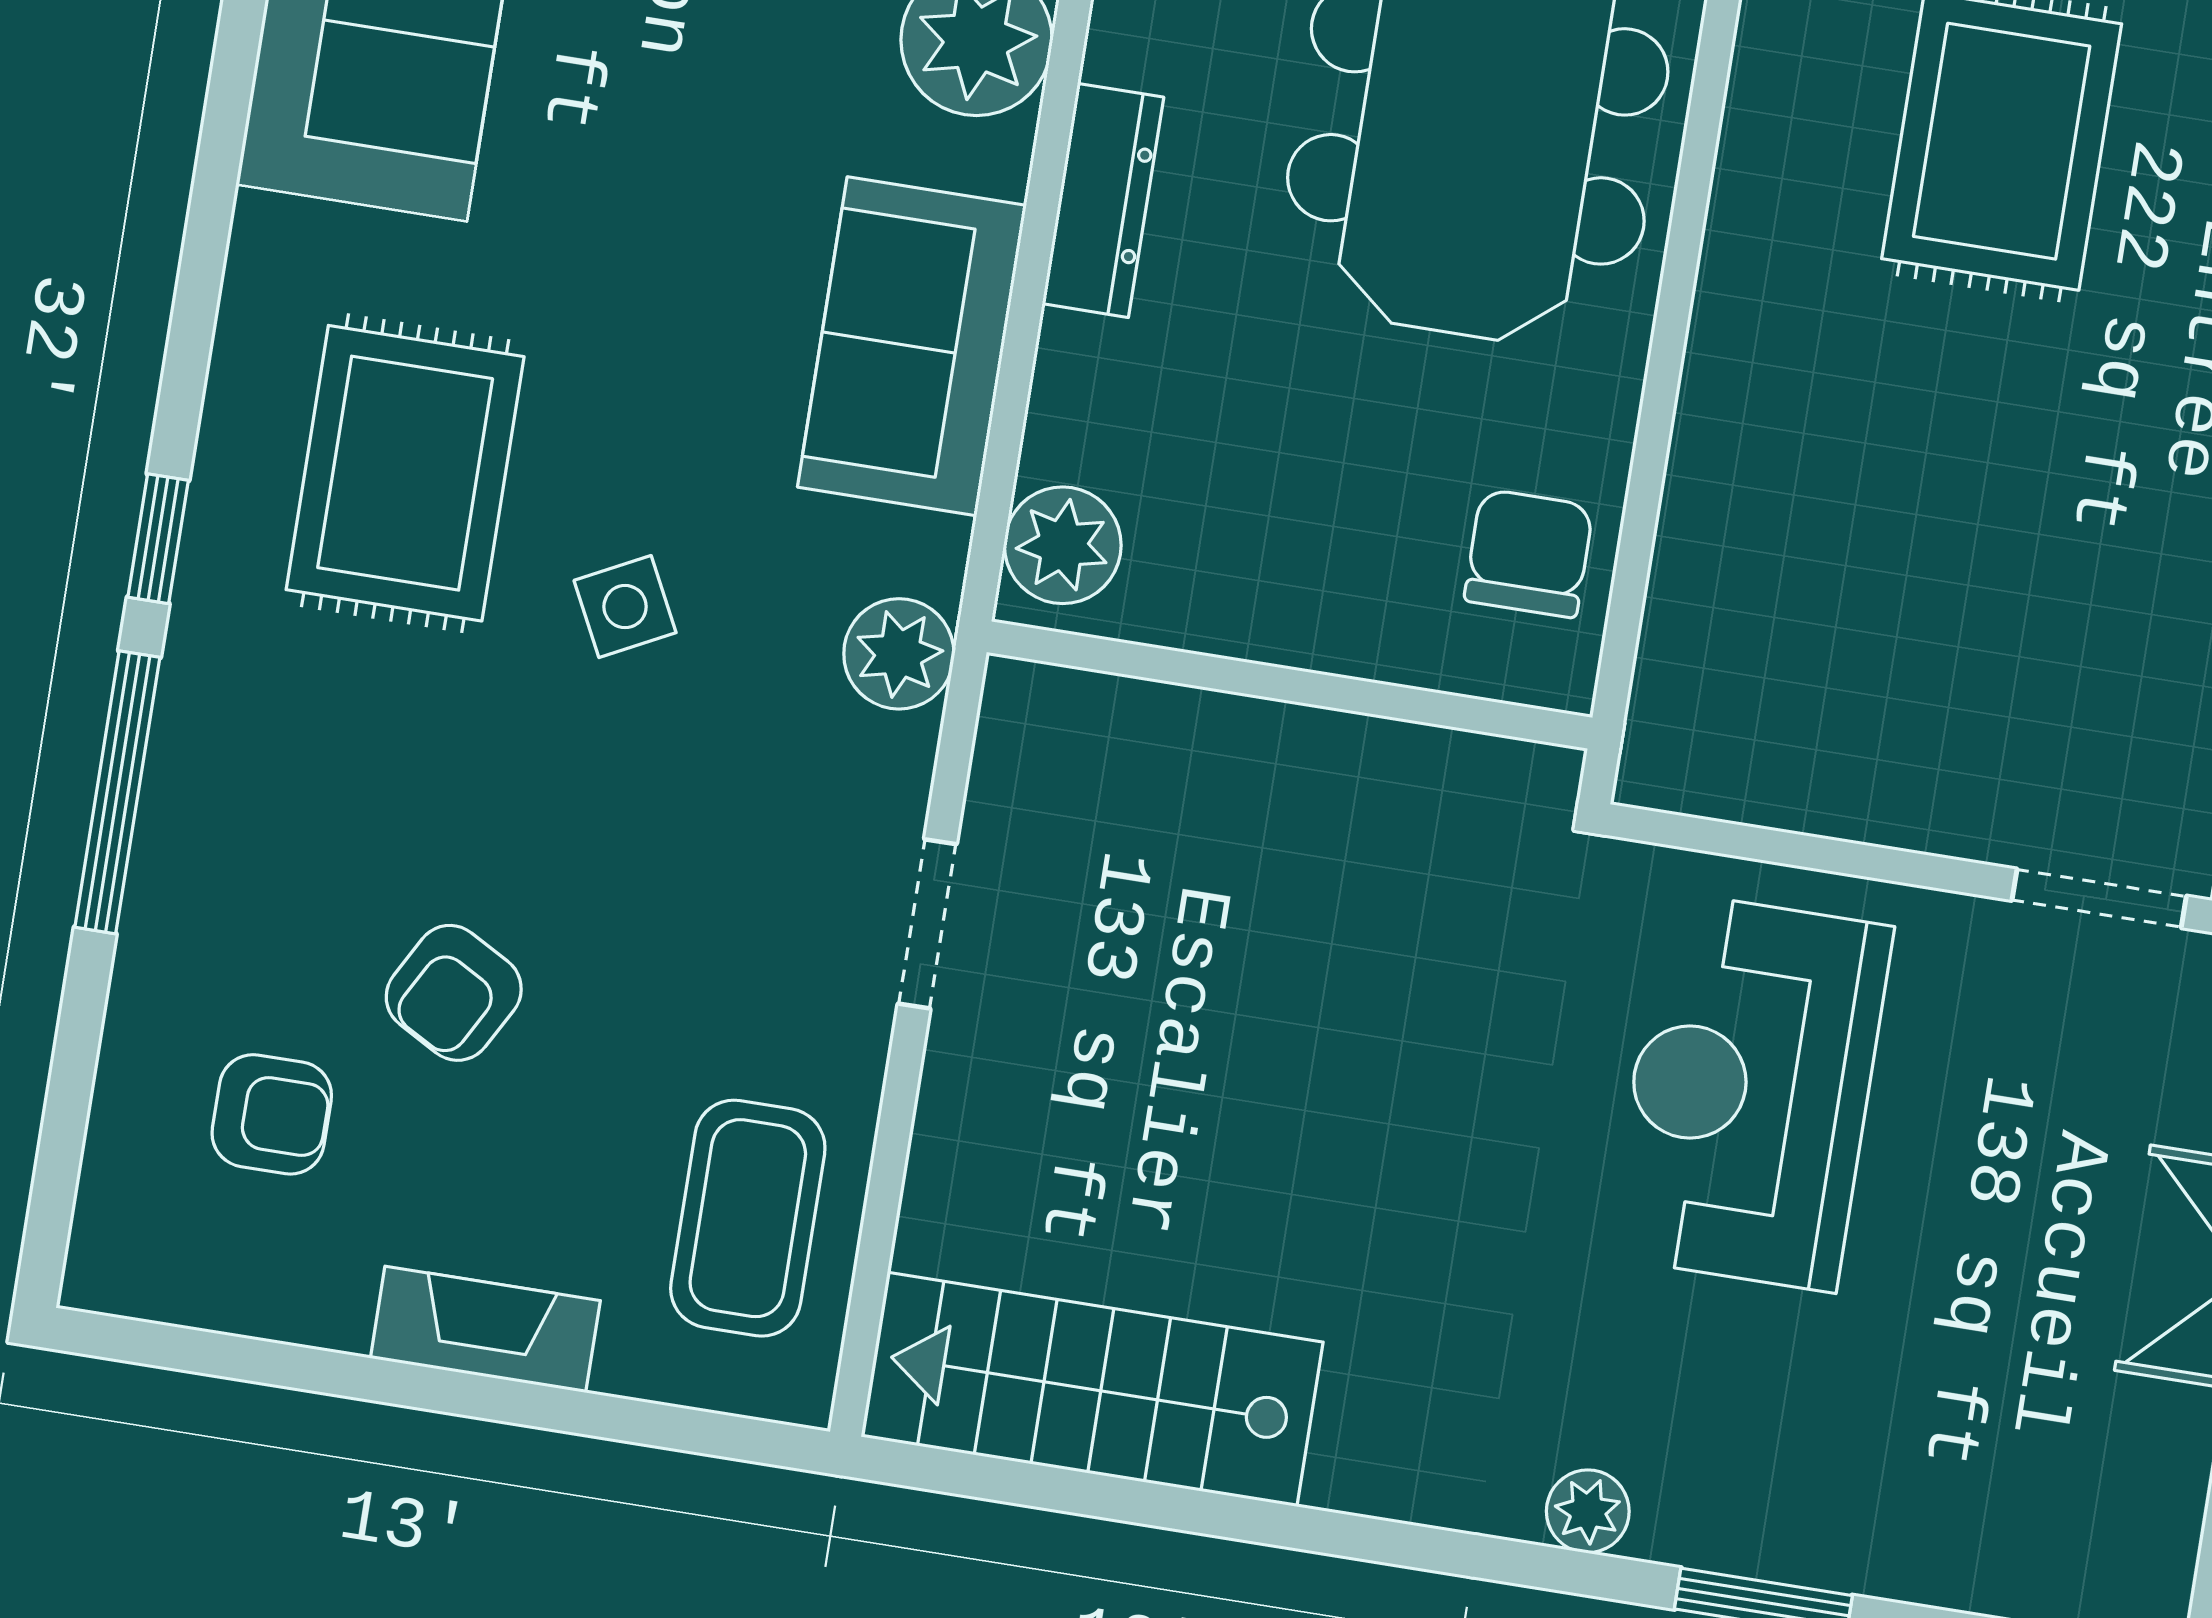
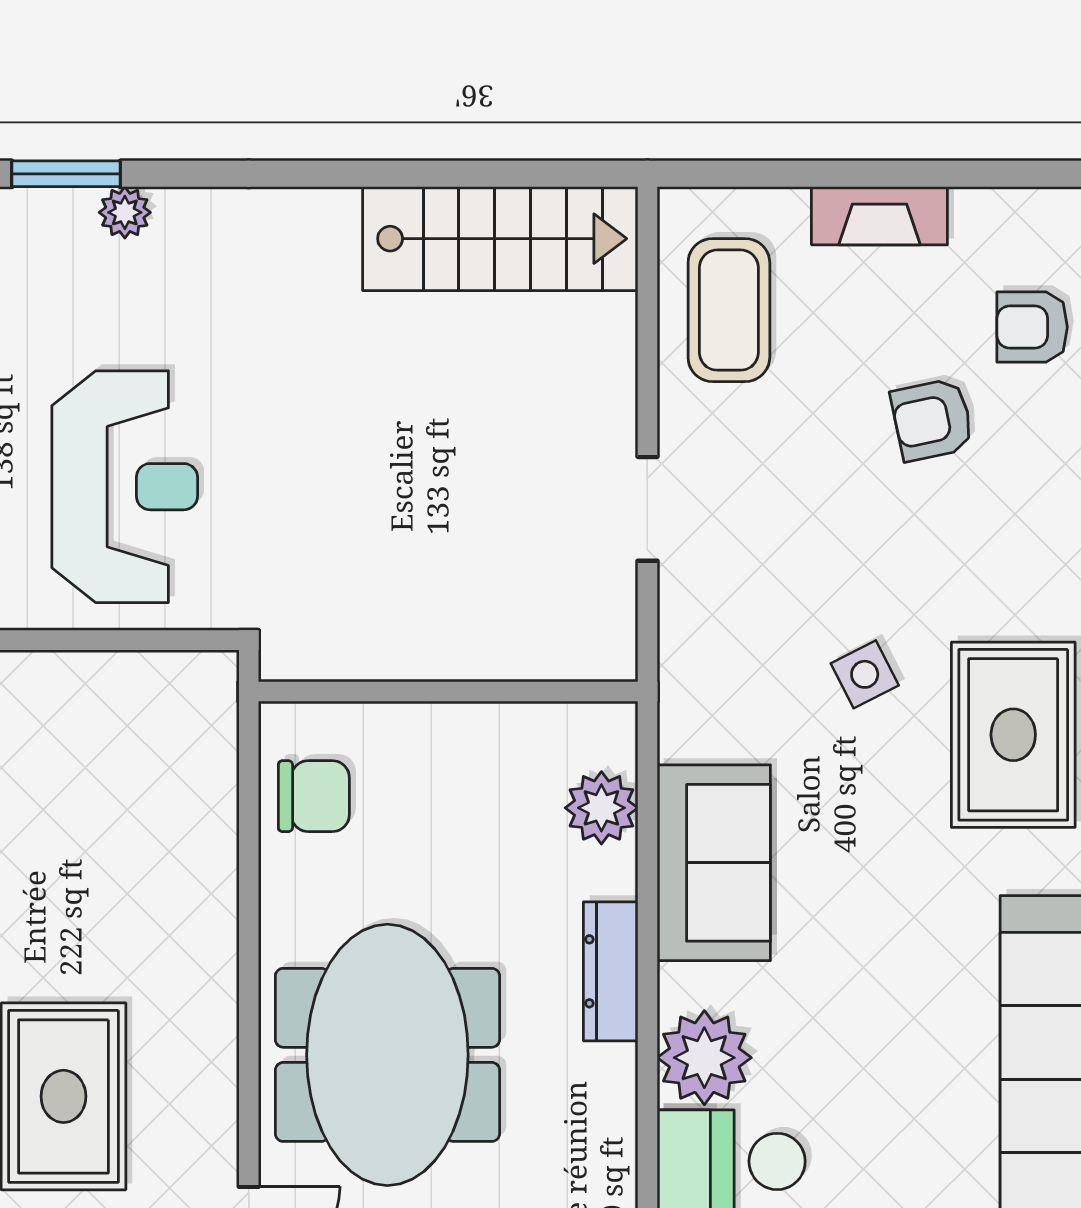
plant: (1063, 545) -> (601, 808), moved
chair: (1529, 553) -> (314, 796), turned -90
plant: (899, 654) -> (692, 672), removed
armchair: (454, 993) -> (932, 420), turned -131
plant: (1588, 1511) -> (125, 212), moved

